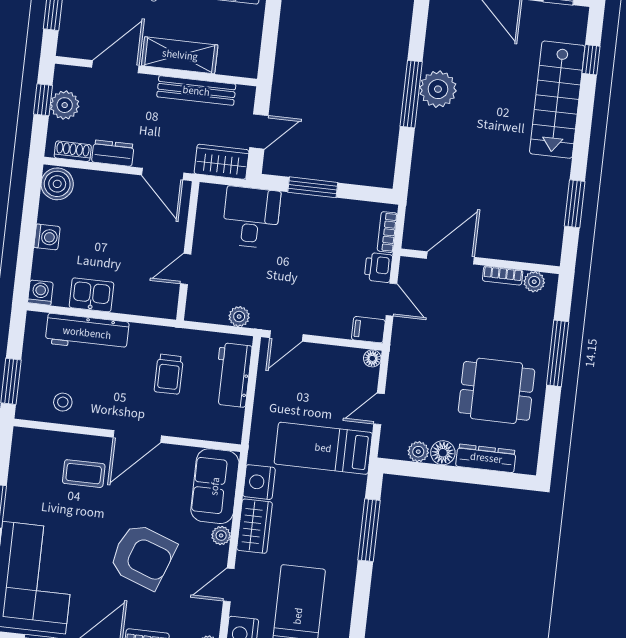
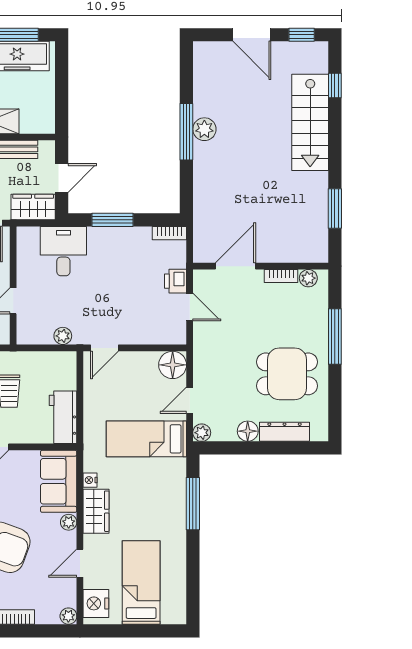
plant: (438, 89) -> (204, 129), width x0.73, depth x0.73
bookcase: (387, 232) -> (169, 233), moved, turned -90
filing cabinet: (368, 330) -> (173, 335), removed
floor lamp: (372, 358) -> (173, 365), width x1.89, depth x1.89
workbench: (233, 375) -> (63, 417), moved
plant: (418, 452) -> (202, 433), moved
nightstand: (259, 482) -> (90, 480), width x0.53, depth x0.56

